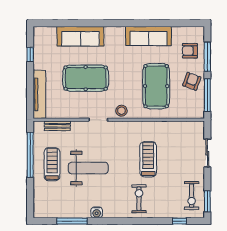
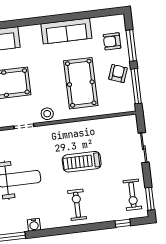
treadmill: (148, 159) -> (82, 162), turned -90

